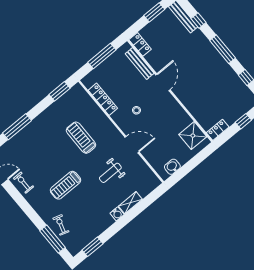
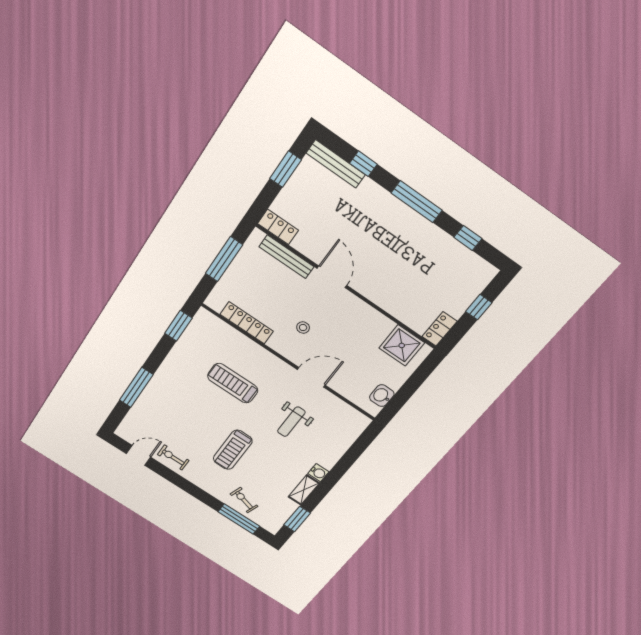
shelving: (130, 203) -> (304, 490), moved

